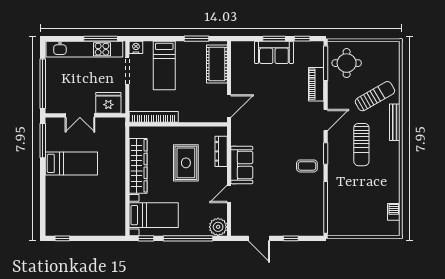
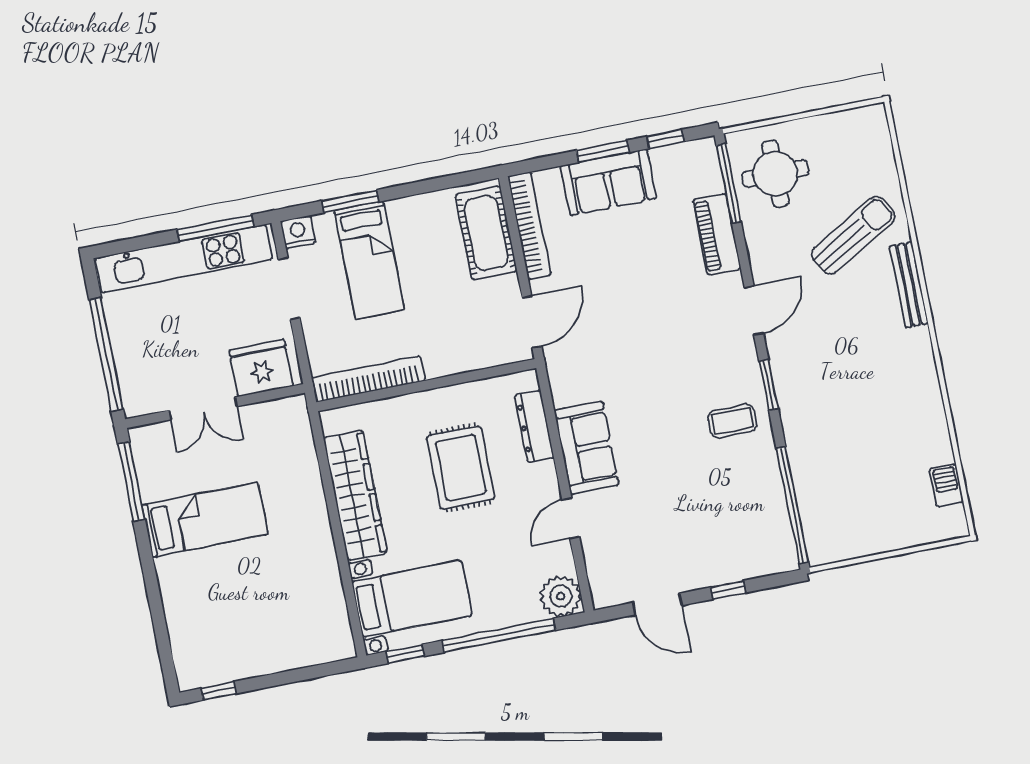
window: (197, 39) -> (350, 201), moved
bookcase: (236, 64) -> (529, 226), added
sun lounger: (361, 145) -> (845, 349), removed

